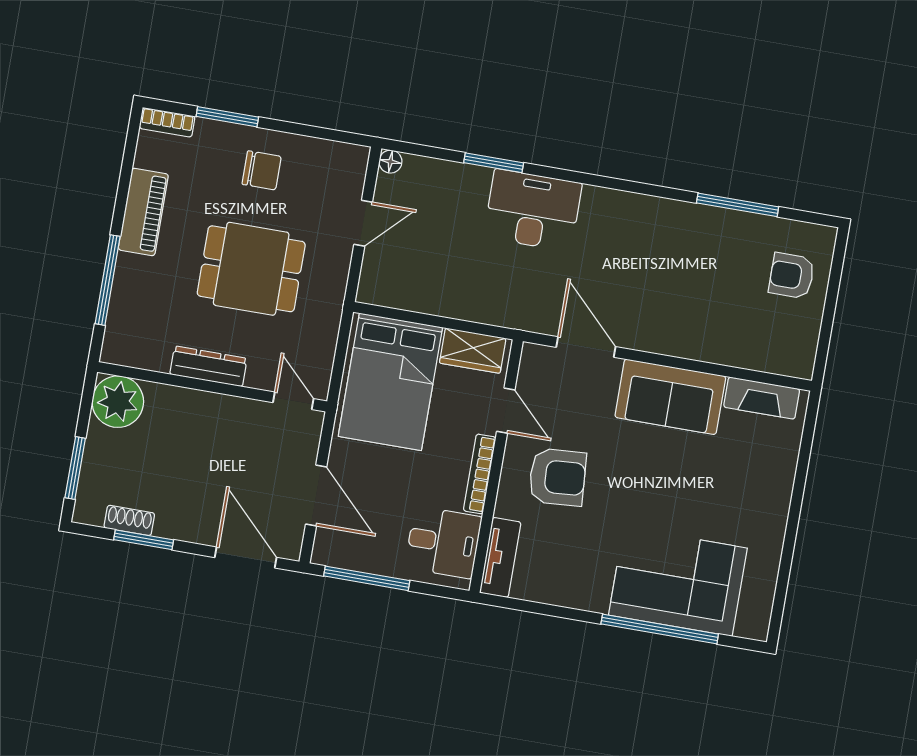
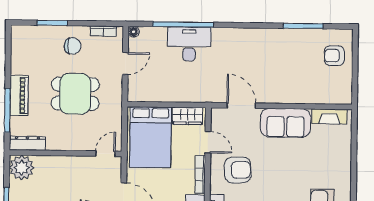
bookcase: (167, 122) -> (103, 31), moved
window: (494, 163) -> (183, 24), width x2.11
desk: (533, 210) -> (189, 44), moved
piano: (143, 212) -> (19, 95), moved
dresser: (208, 366) -> (27, 143), moved
door: (293, 401) -> (105, 154), hinge flipped

